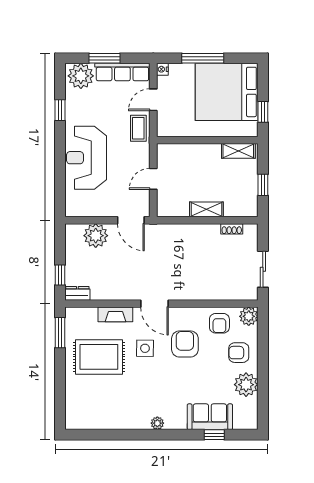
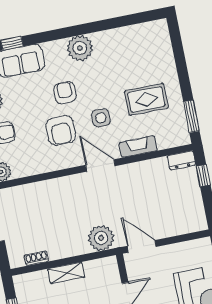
plant: (96, 236) -> (101, 238), moved
armchair: (219, 323) -> (65, 93), moved
rug: (99, 357) -> (146, 99), width x0.73, depth x0.70
plant: (157, 423) -> (80, 48), width x1.88, depth x1.88

